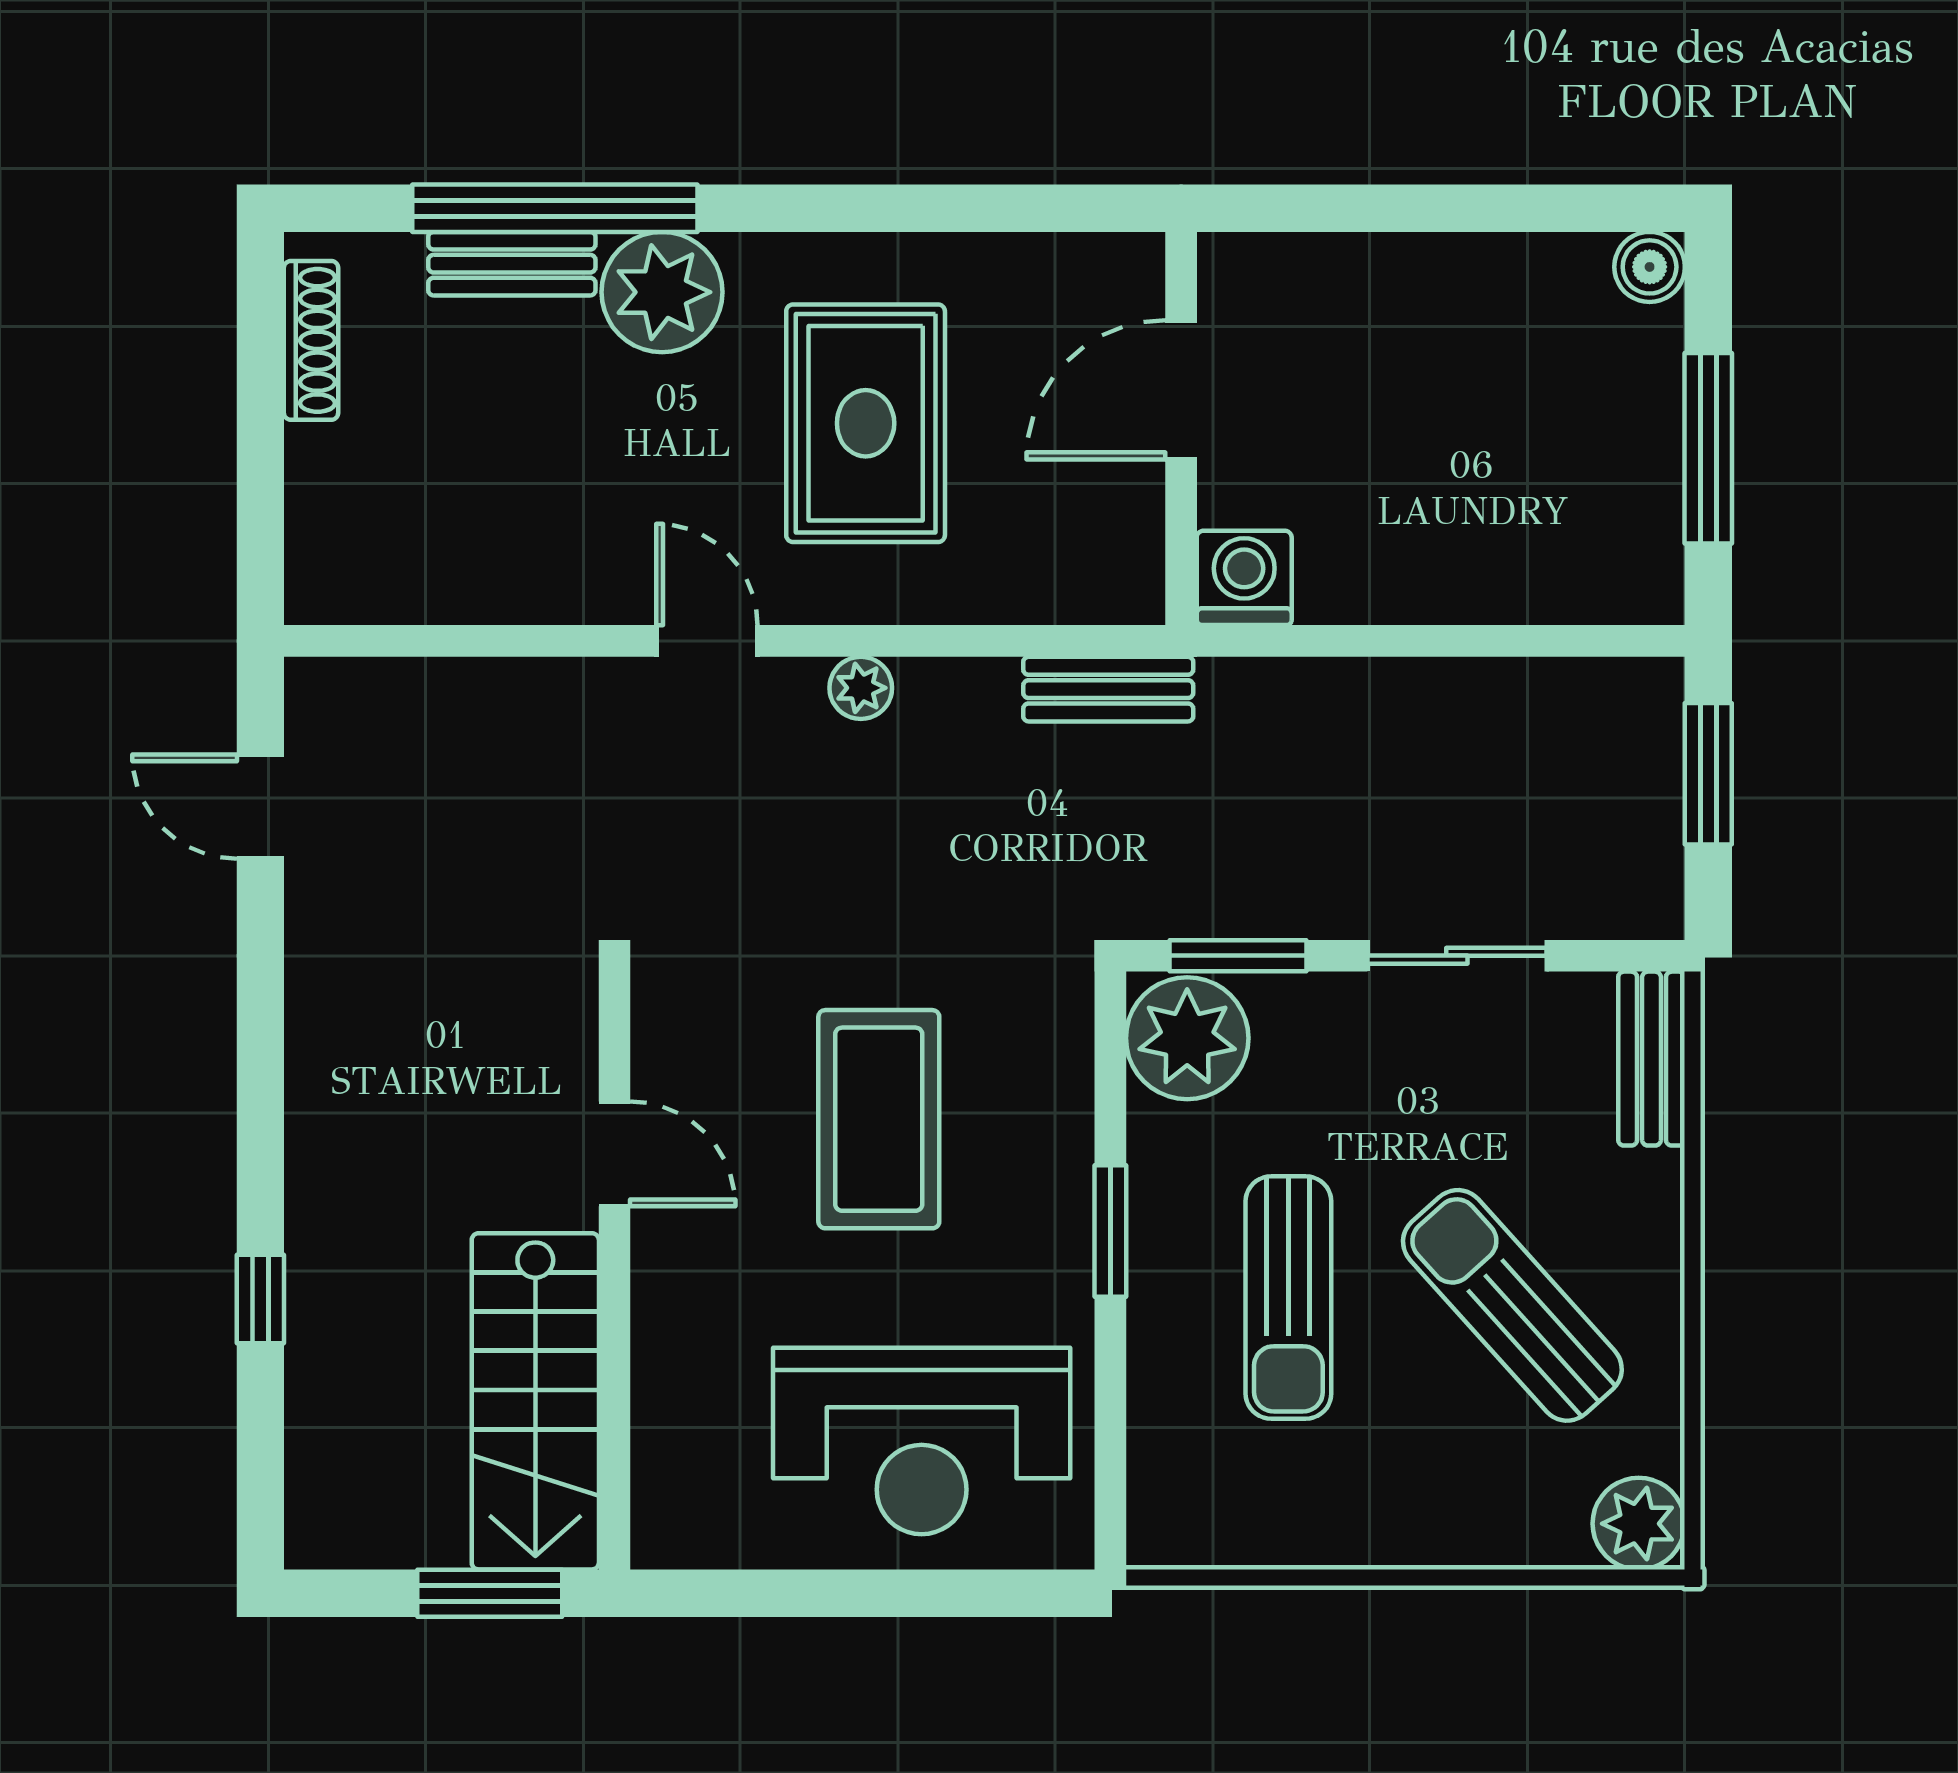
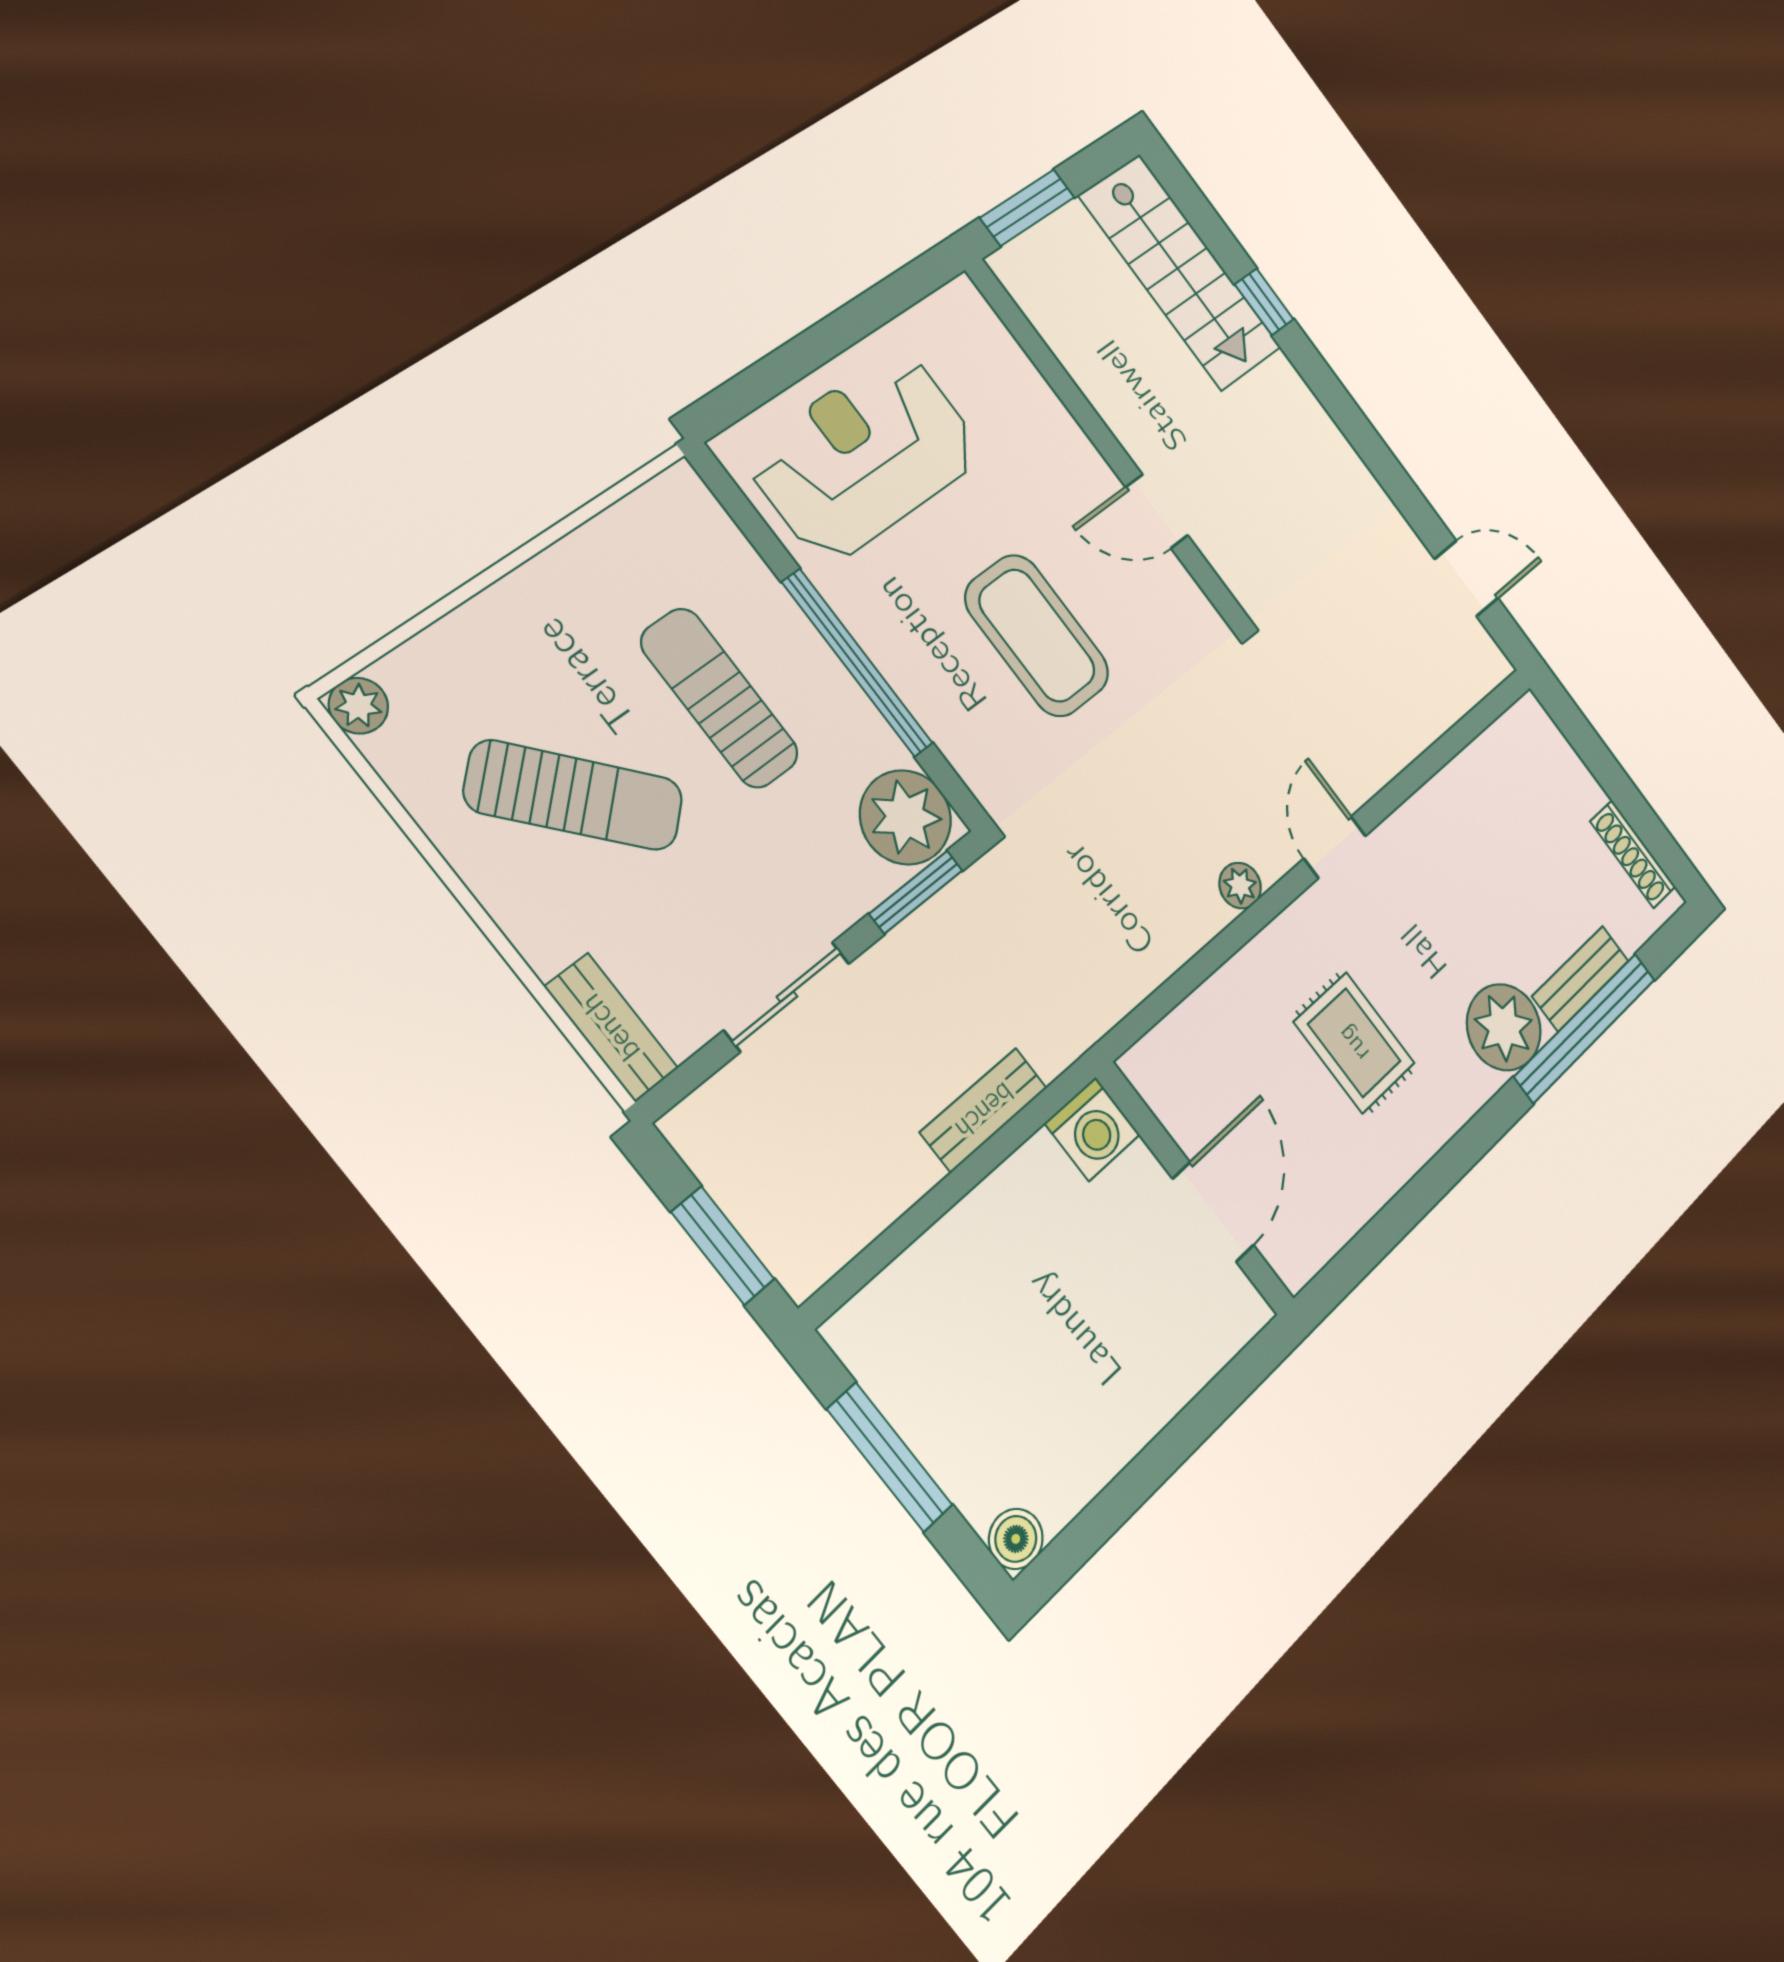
rug: (866, 423) -> (1354, 1043), width x0.73, depth x0.70
door: (707, 641) -> (1335, 847), swing flipped
bench: (1108, 689) -> (984, 1110), moved
window: (1110, 1231) -> (857, 663), width x2.11
stairs: (535, 1401) -> (1180, 272), moved, turned 180
plant: (1639, 1524) -> (358, 706), width x0.73, depth x0.73

